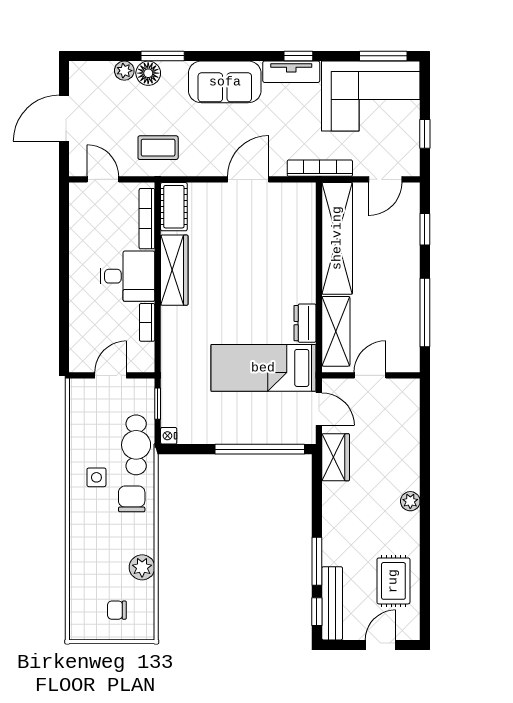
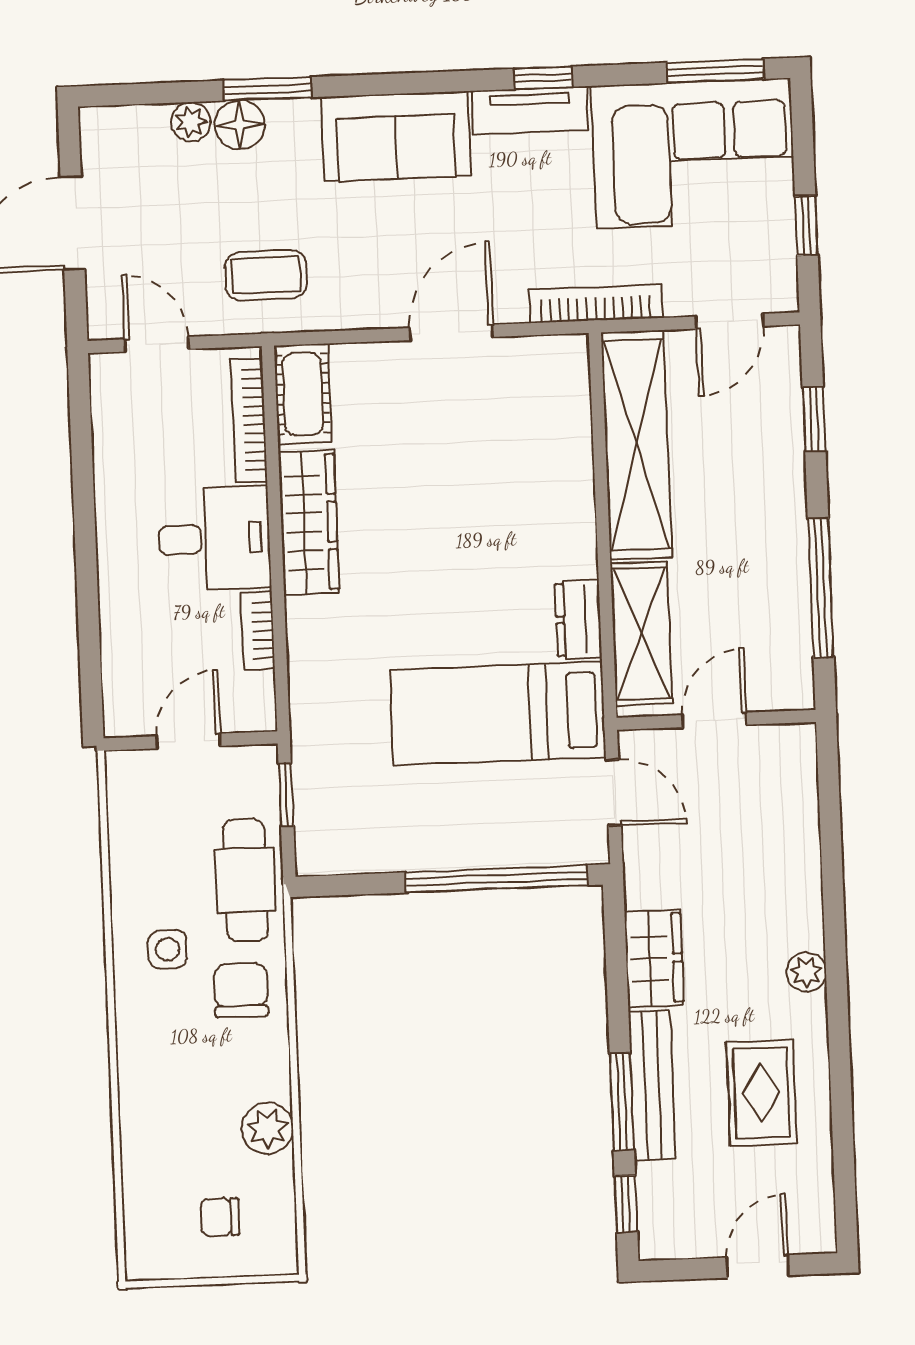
nightstand: (169, 436) -> (311, 859), removed
wardrobe: (336, 457) -> (654, 958), moved
rug: (393, 581) -> (761, 1093), moved
bench: (332, 603) -> (652, 1085), moved

